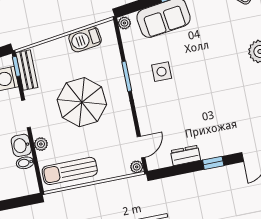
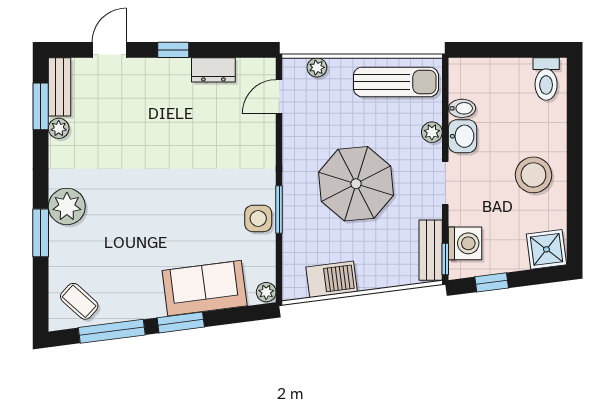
side table: (162, 72) -> (258, 218), moved
plant: (137, 167) -> (317, 67), moved

